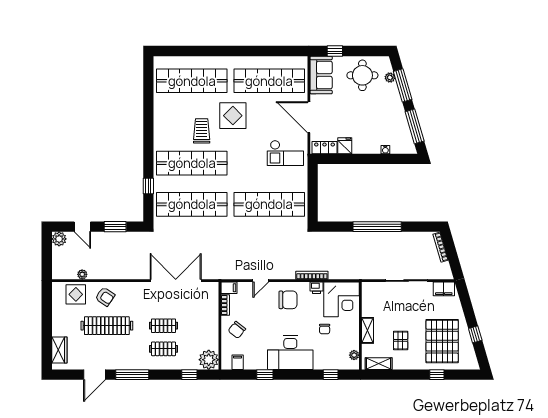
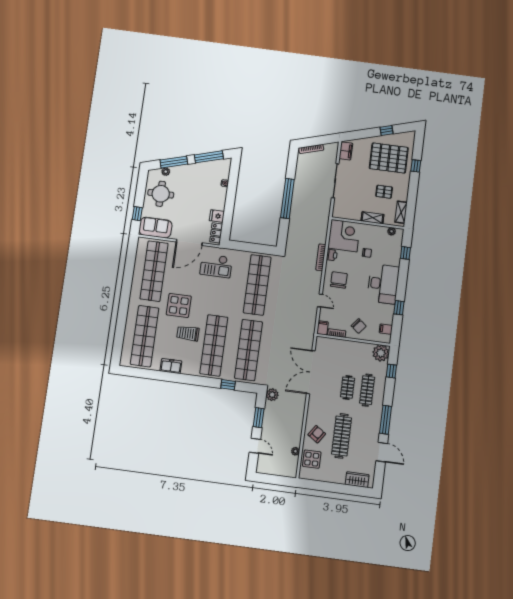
freezer: (161, 116) -> (171, 366), added
checkout: (285, 153) -> (216, 266), turned 90
door: (82, 227) -> (255, 446), hinge flipped
plant: (59, 239) -> (272, 395), moved
clothes rail: (164, 349) -> (367, 390), width x1.36

